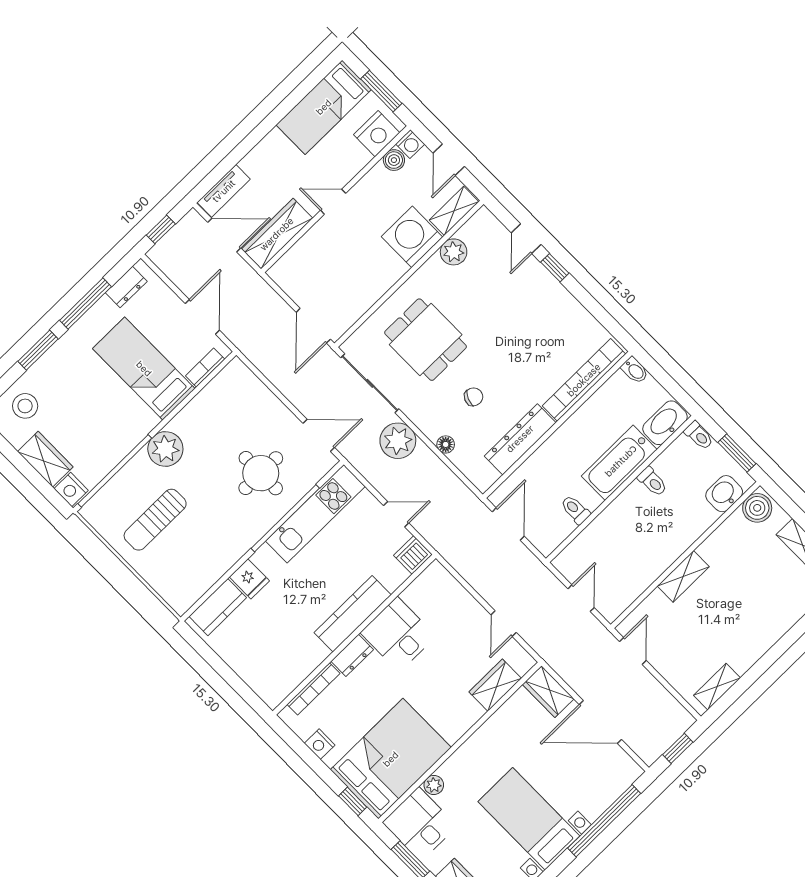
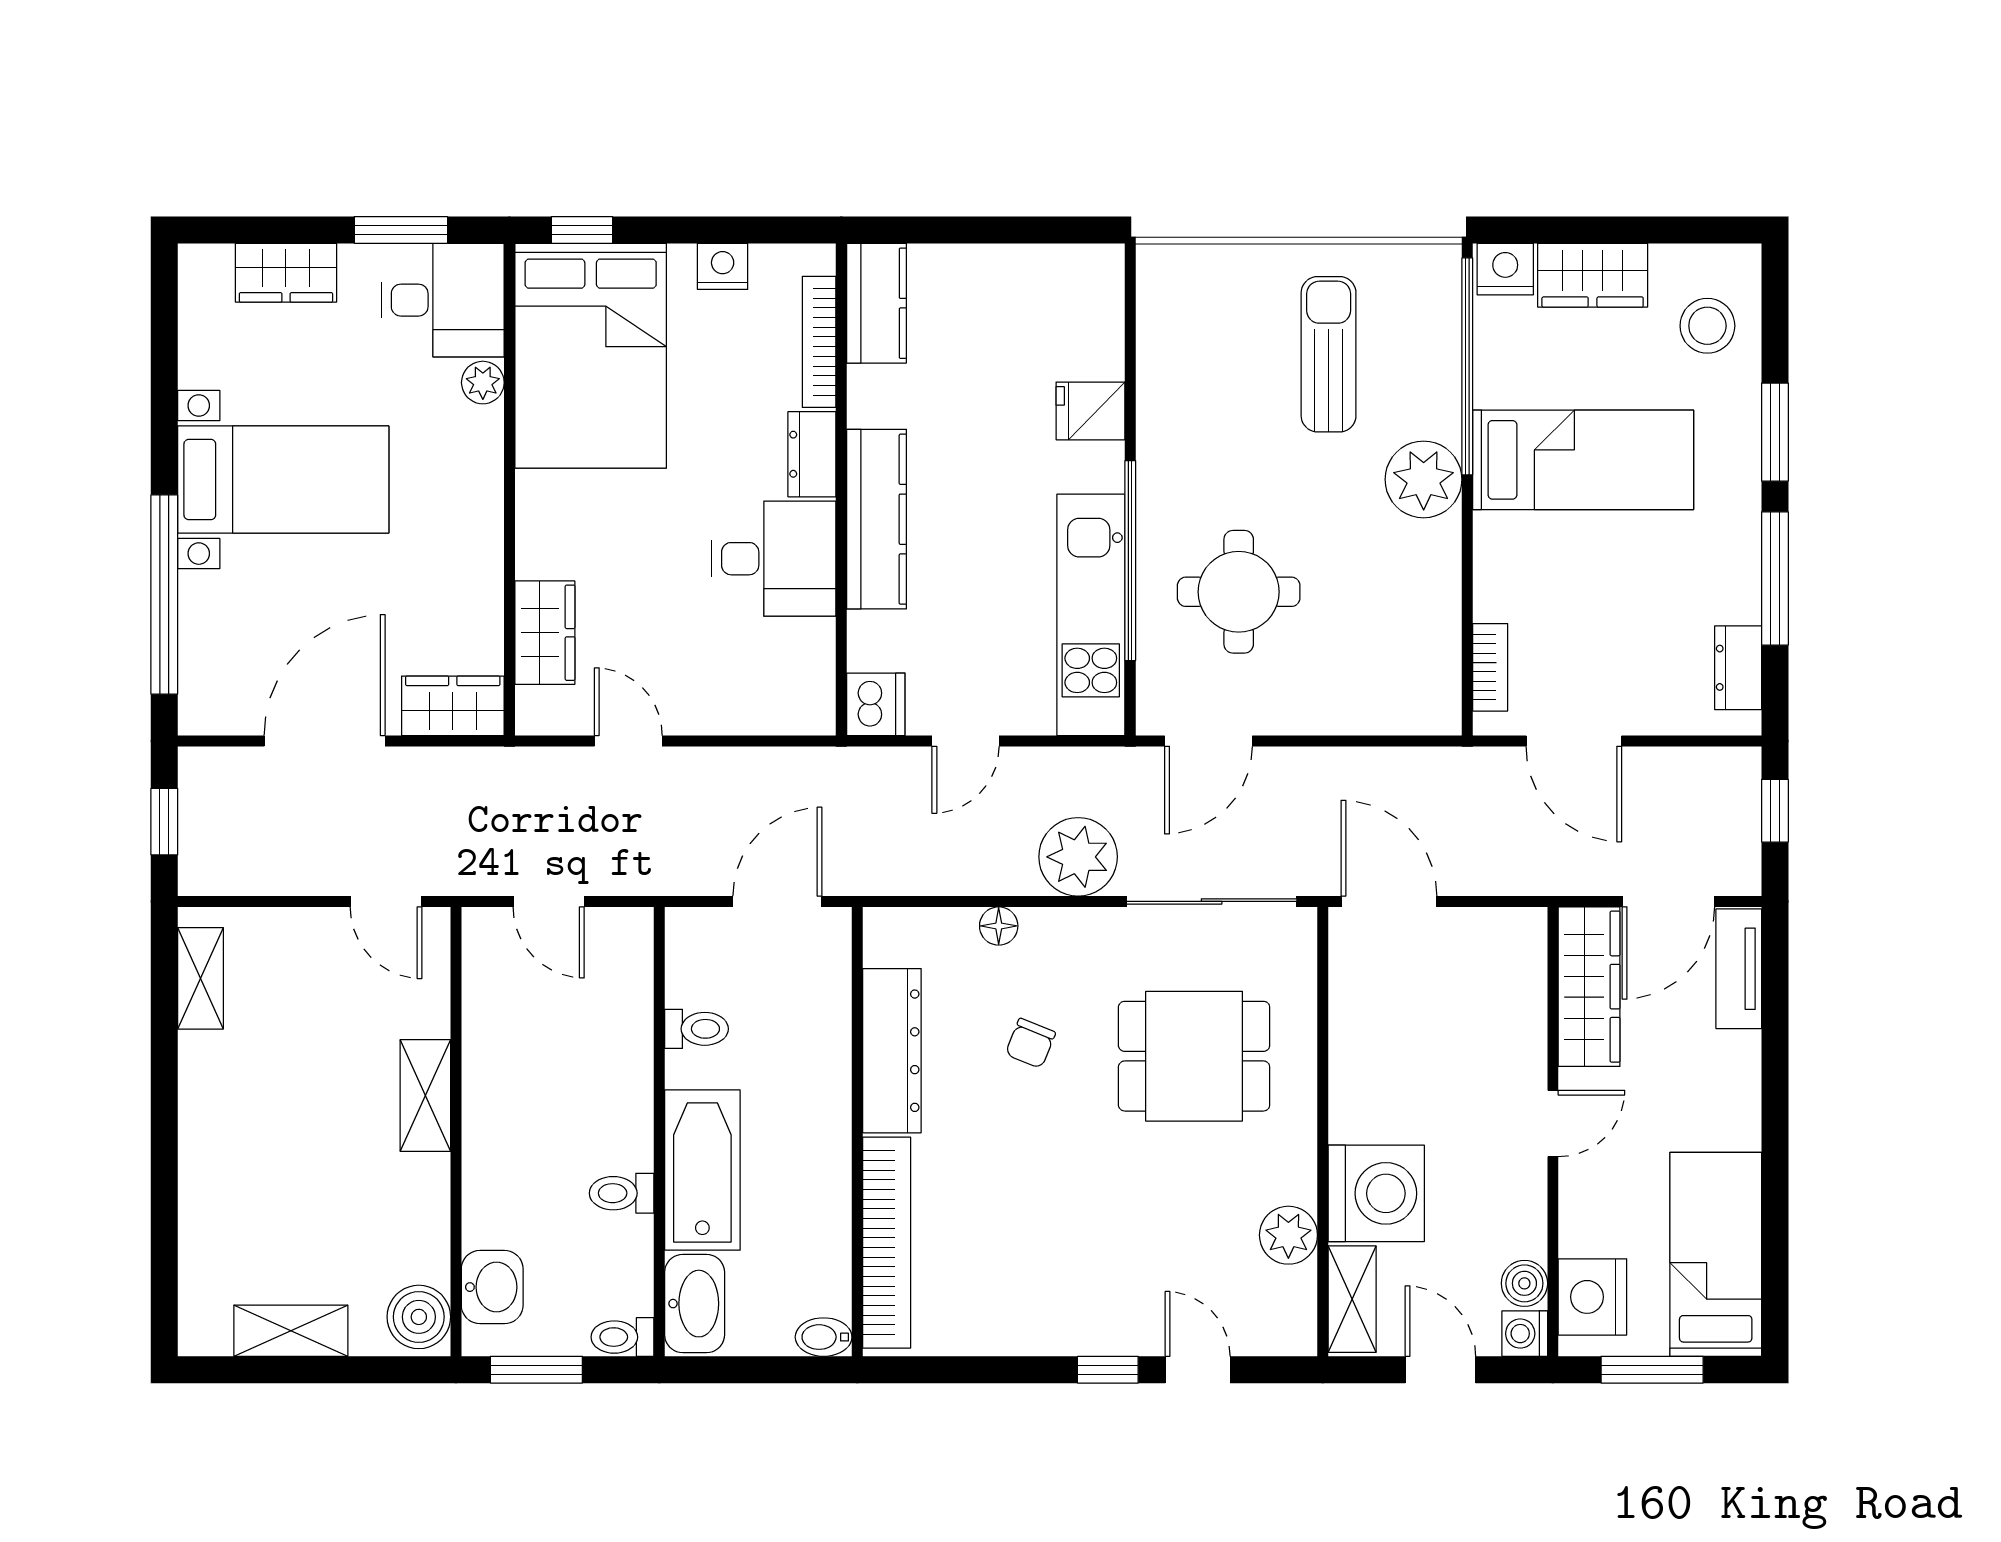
bed: (144, 369) -> (1583, 460), moved
door: (508, 524) -> (777, 901), swing flipped
kitchen counter: (218, 607) -> (876, 303), moved, turned 180

